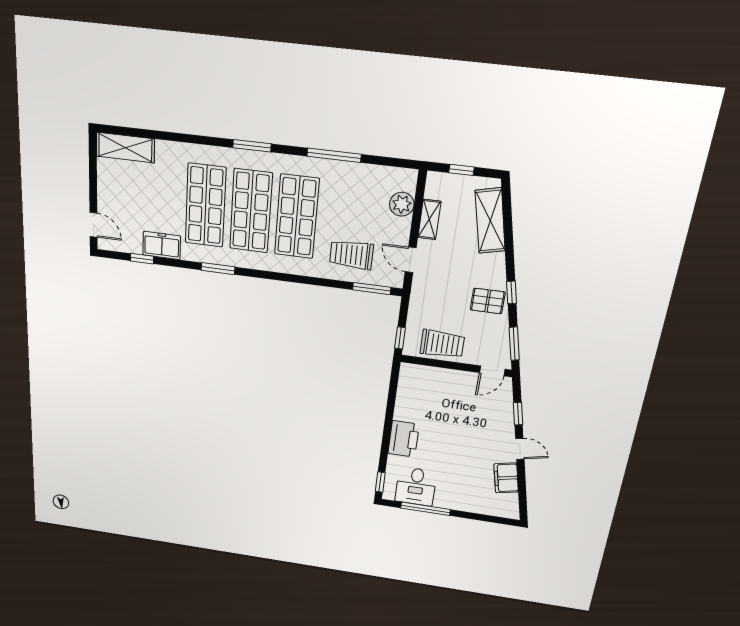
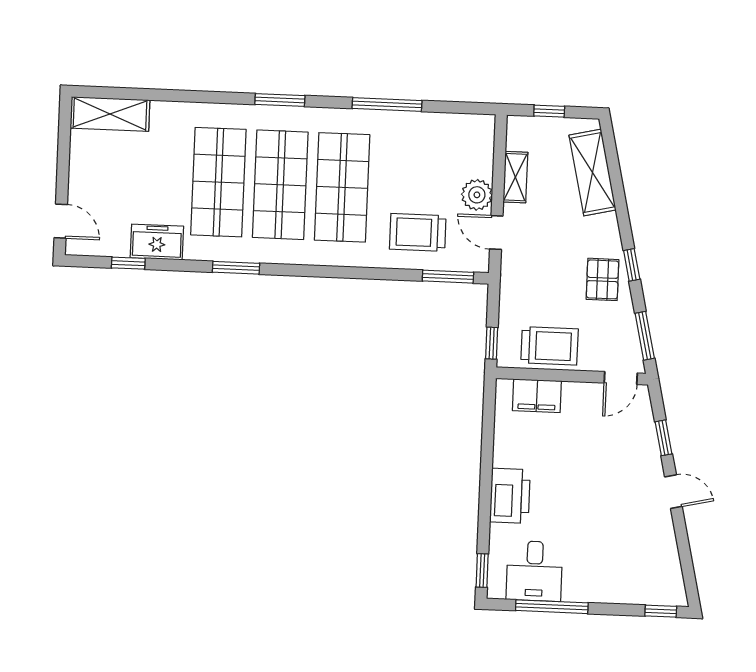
plant: (402, 204) -> (477, 195), moved
pallet: (488, 301) -> (603, 279), turned 90
filing cabinet: (506, 478) -> (537, 396), moved, turned -77
window: (500, 520) -> (661, 611), added

